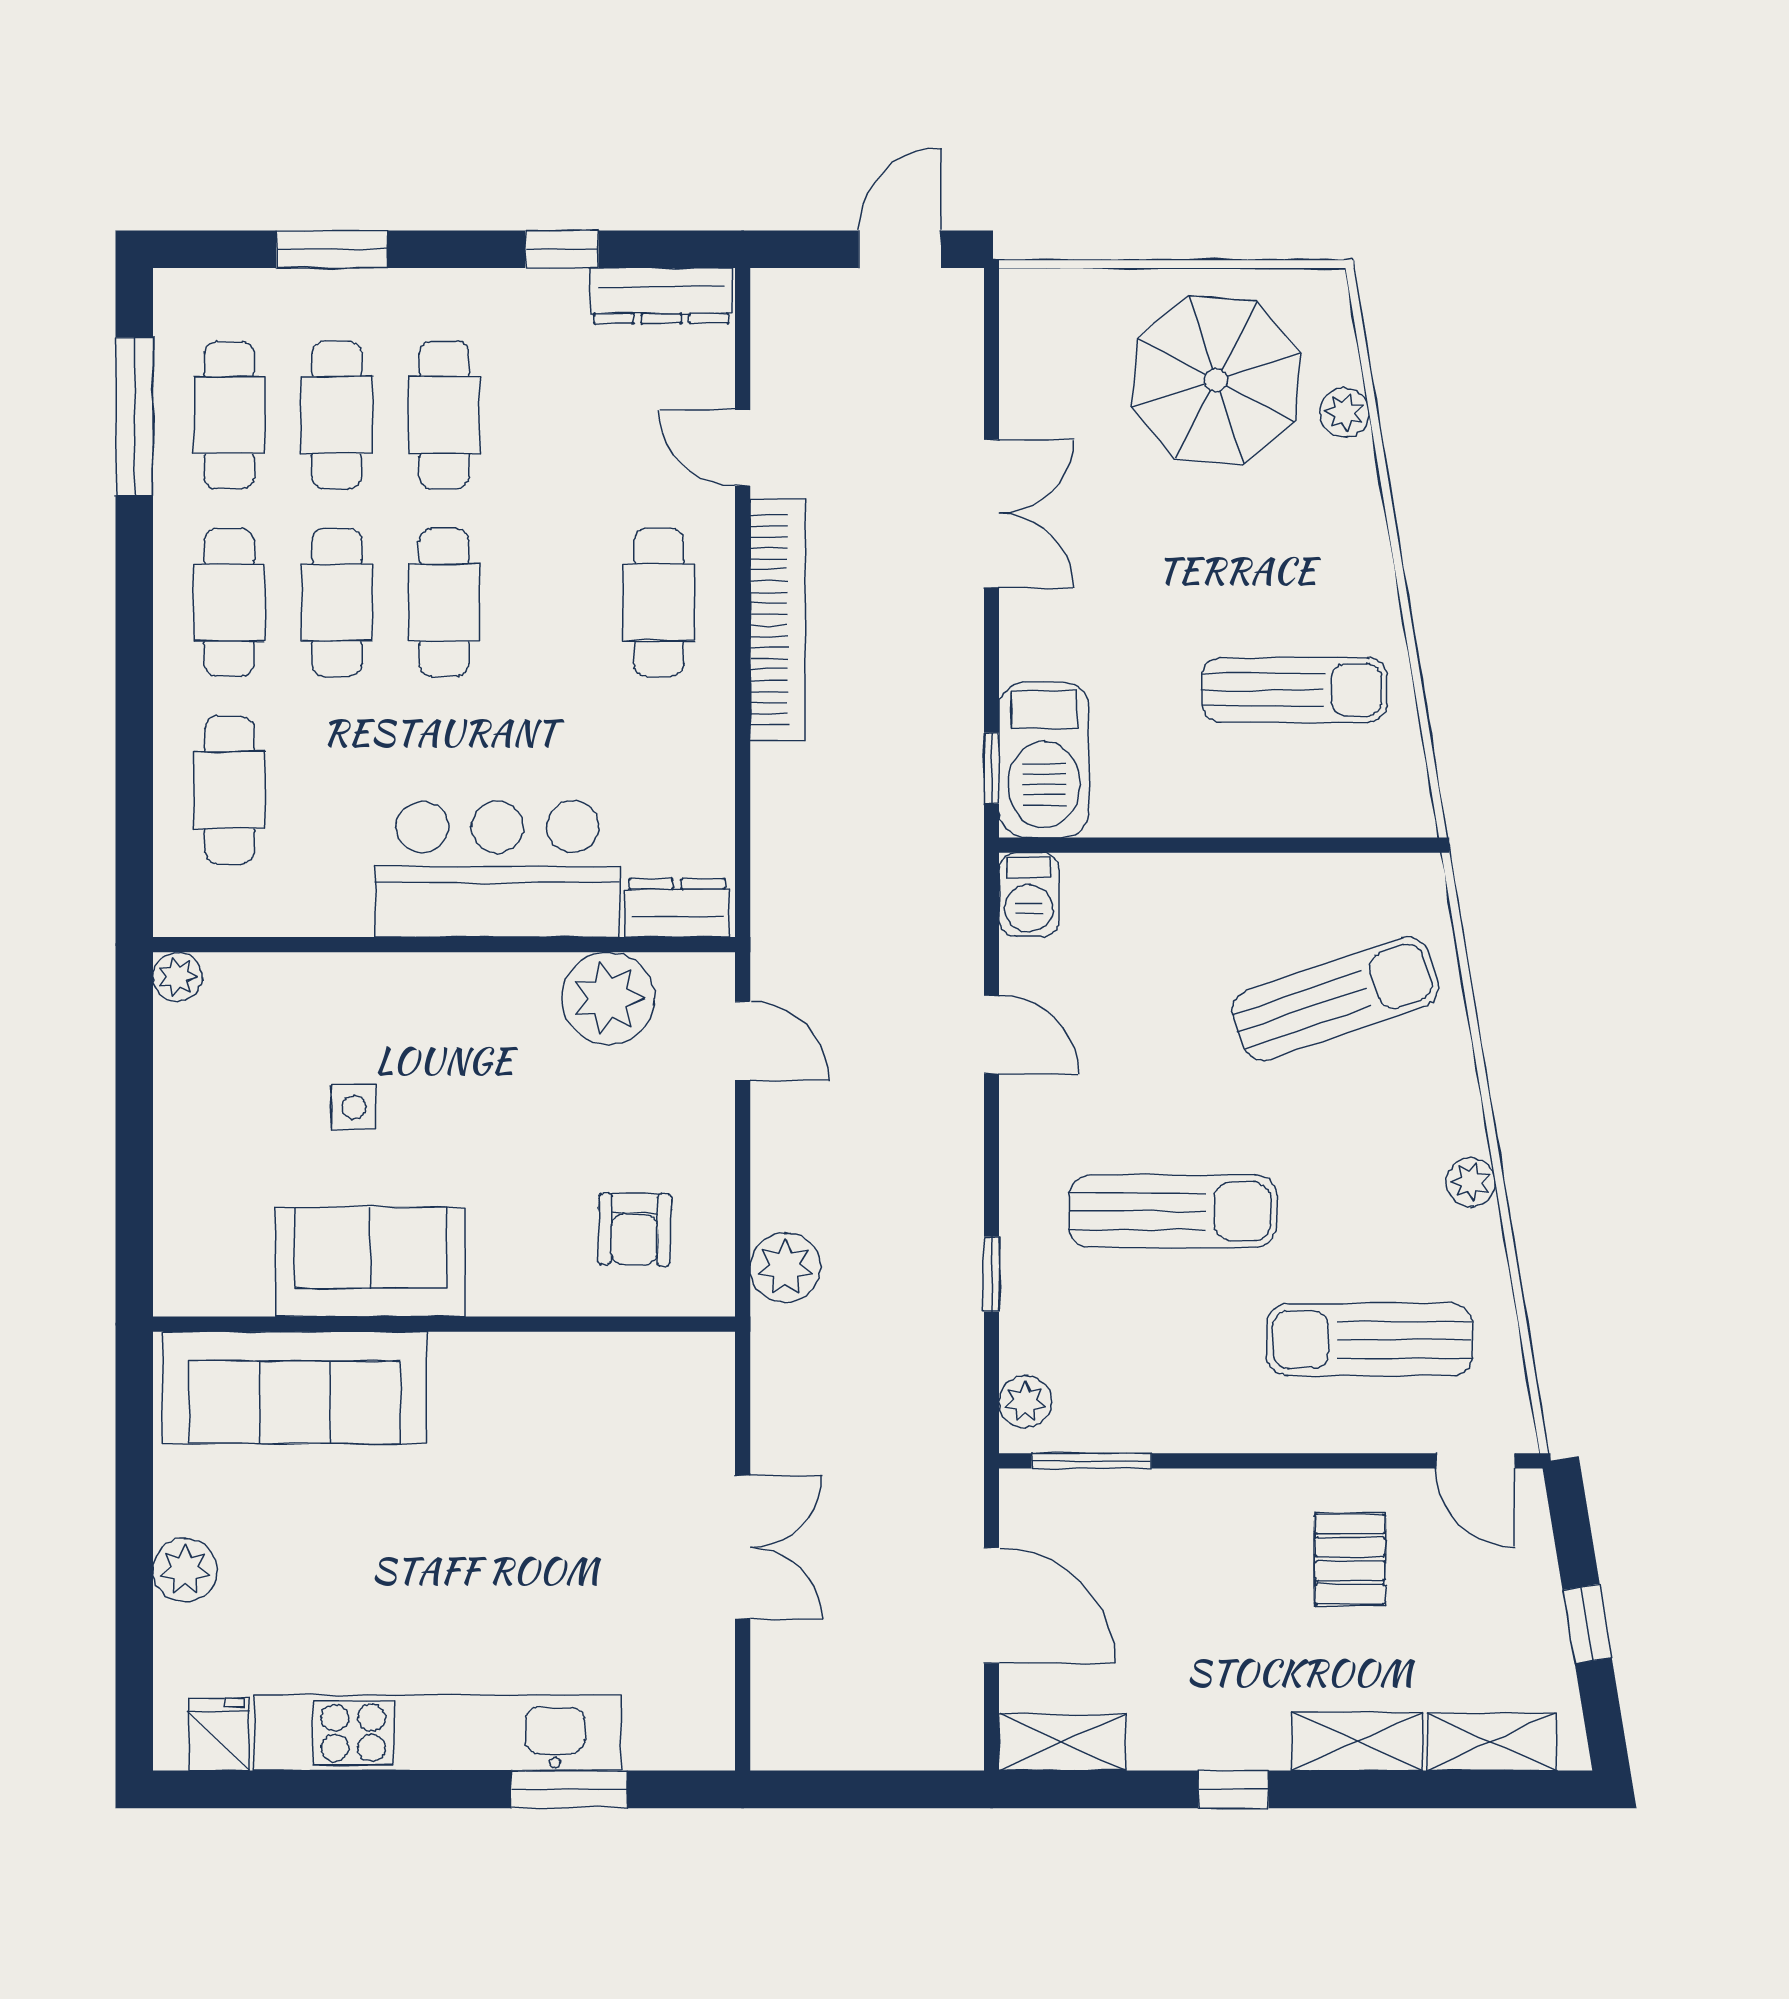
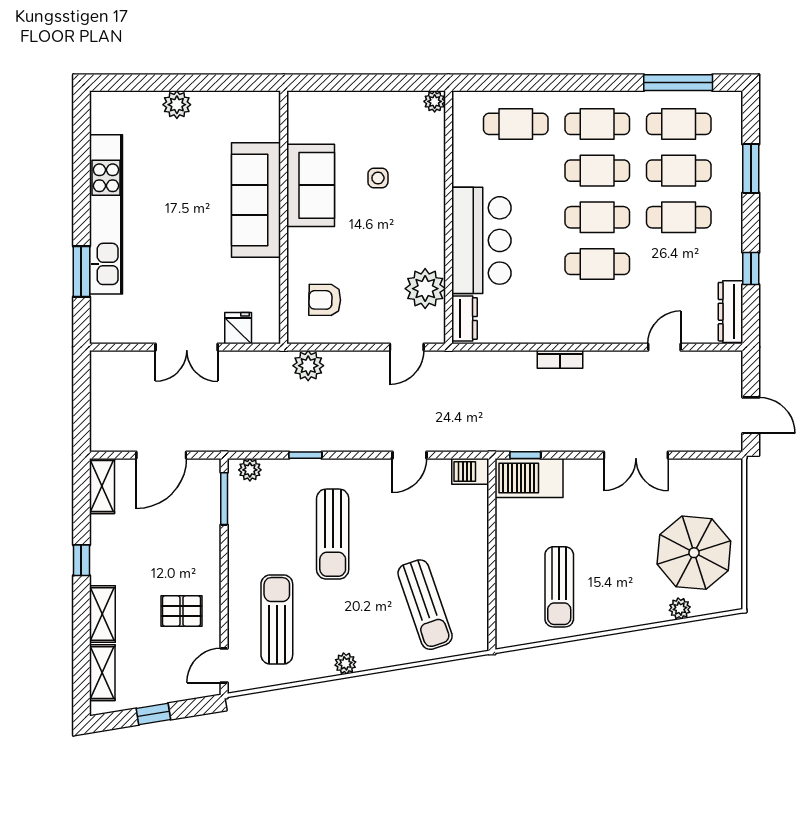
cafe table: (659, 603) -> (597, 264), moved
bookcase: (778, 620) -> (560, 359), width x0.43, depth x0.76
sofa: (295, 1388) -> (256, 200), moved
fridge: (219, 1734) -> (238, 328), moved, turned -90

